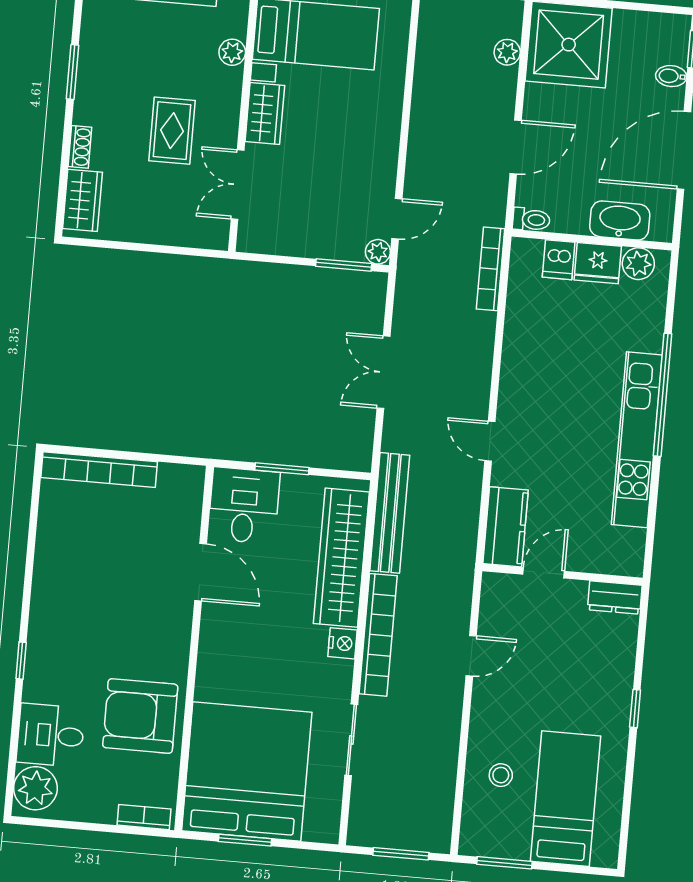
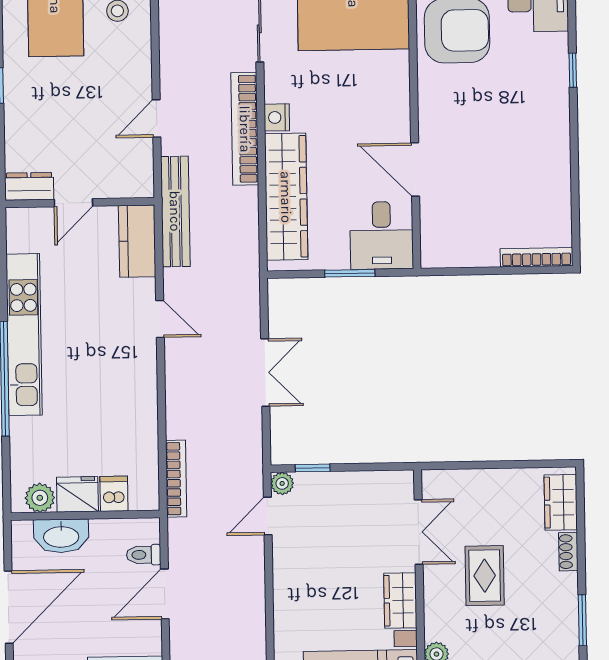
toilet: (531, 220) -> (144, 555), moved
window: (344, 265) -> (313, 468), width x0.67
bookcase: (99, 470) -> (536, 257), width x0.68, depth x0.76
bench: (390, 513) -> (175, 211), moved
door: (544, 573) -> (73, 203), moved

